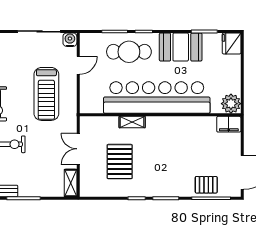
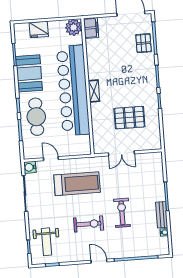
fridge: (232, 43) -> (39, 29), moved
shelving: (132, 122) -> (94, 91), moved
shelving: (71, 183) -> (151, 158), removed

